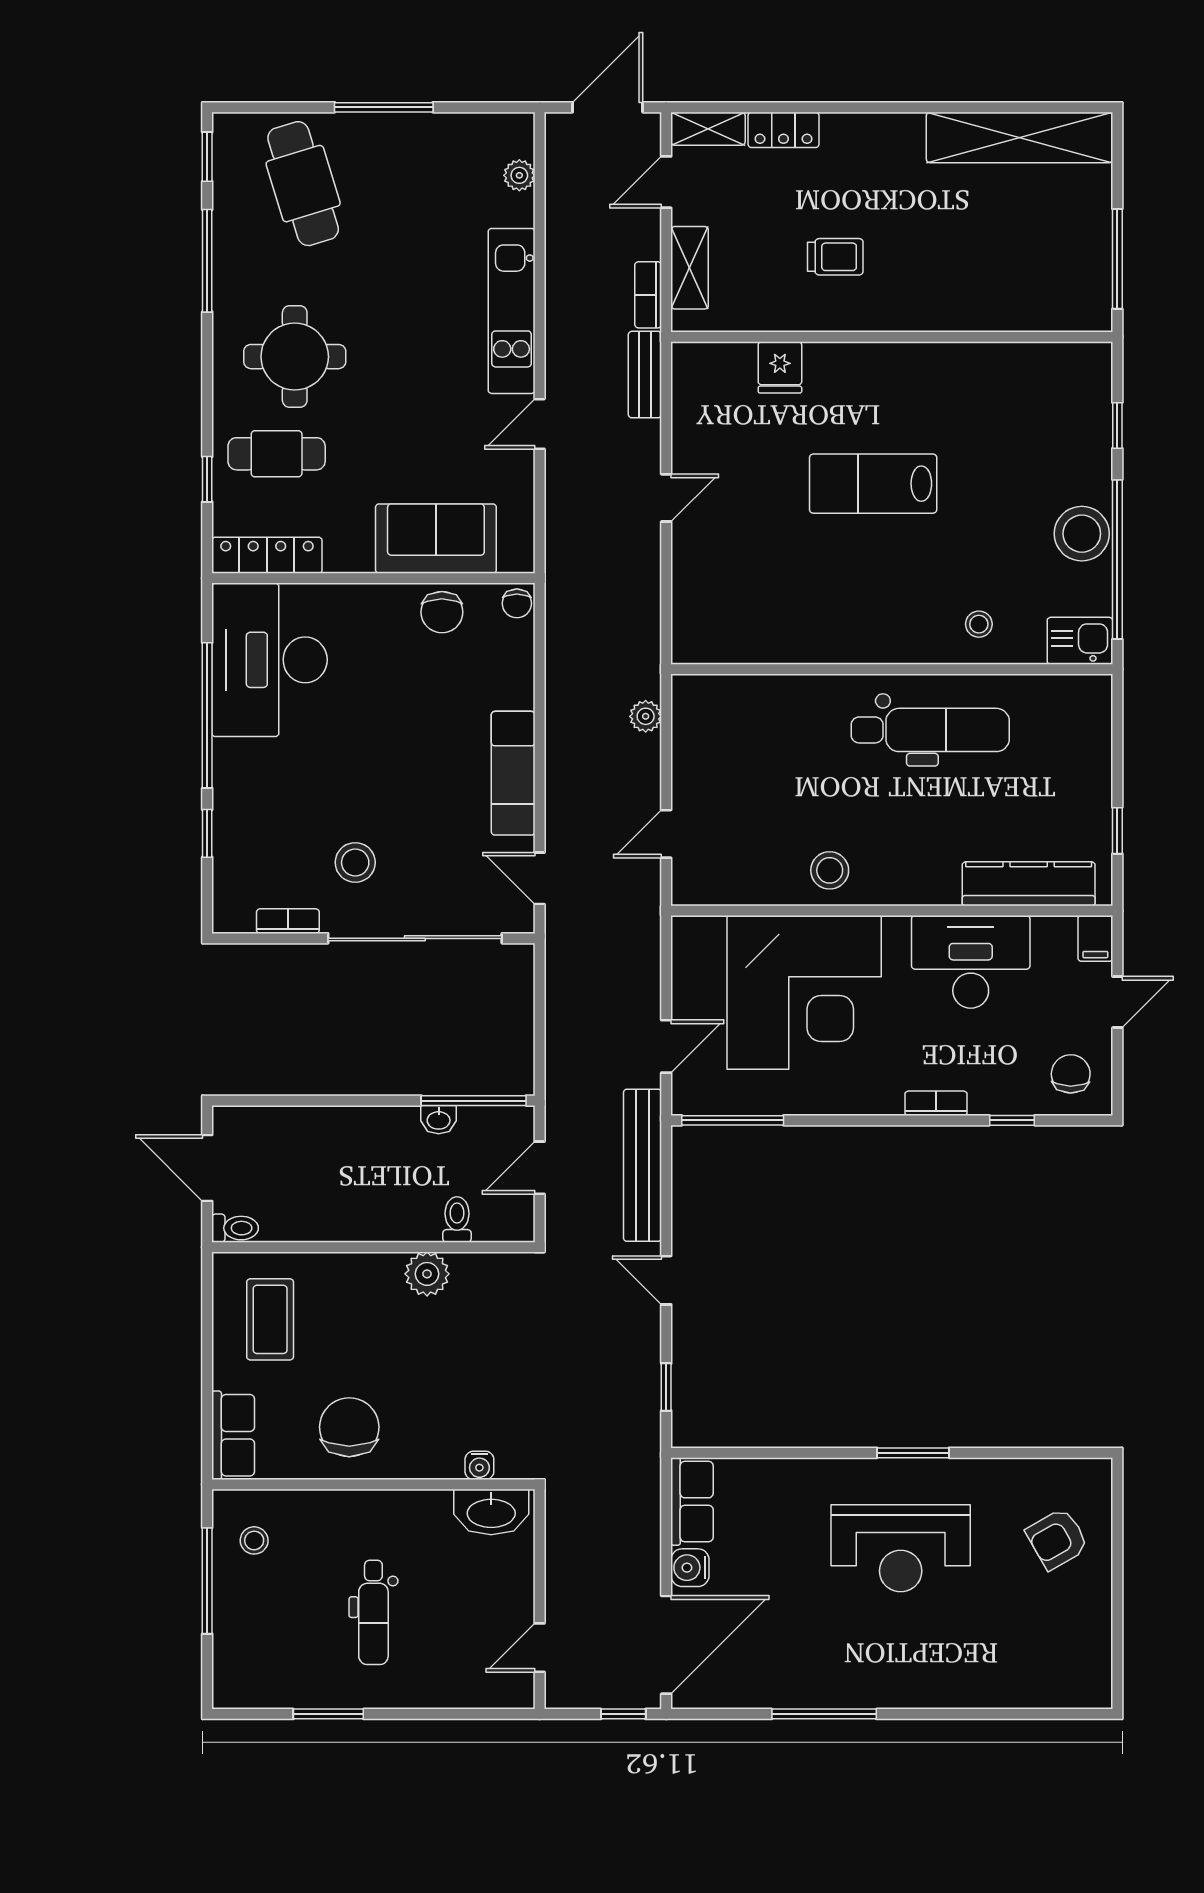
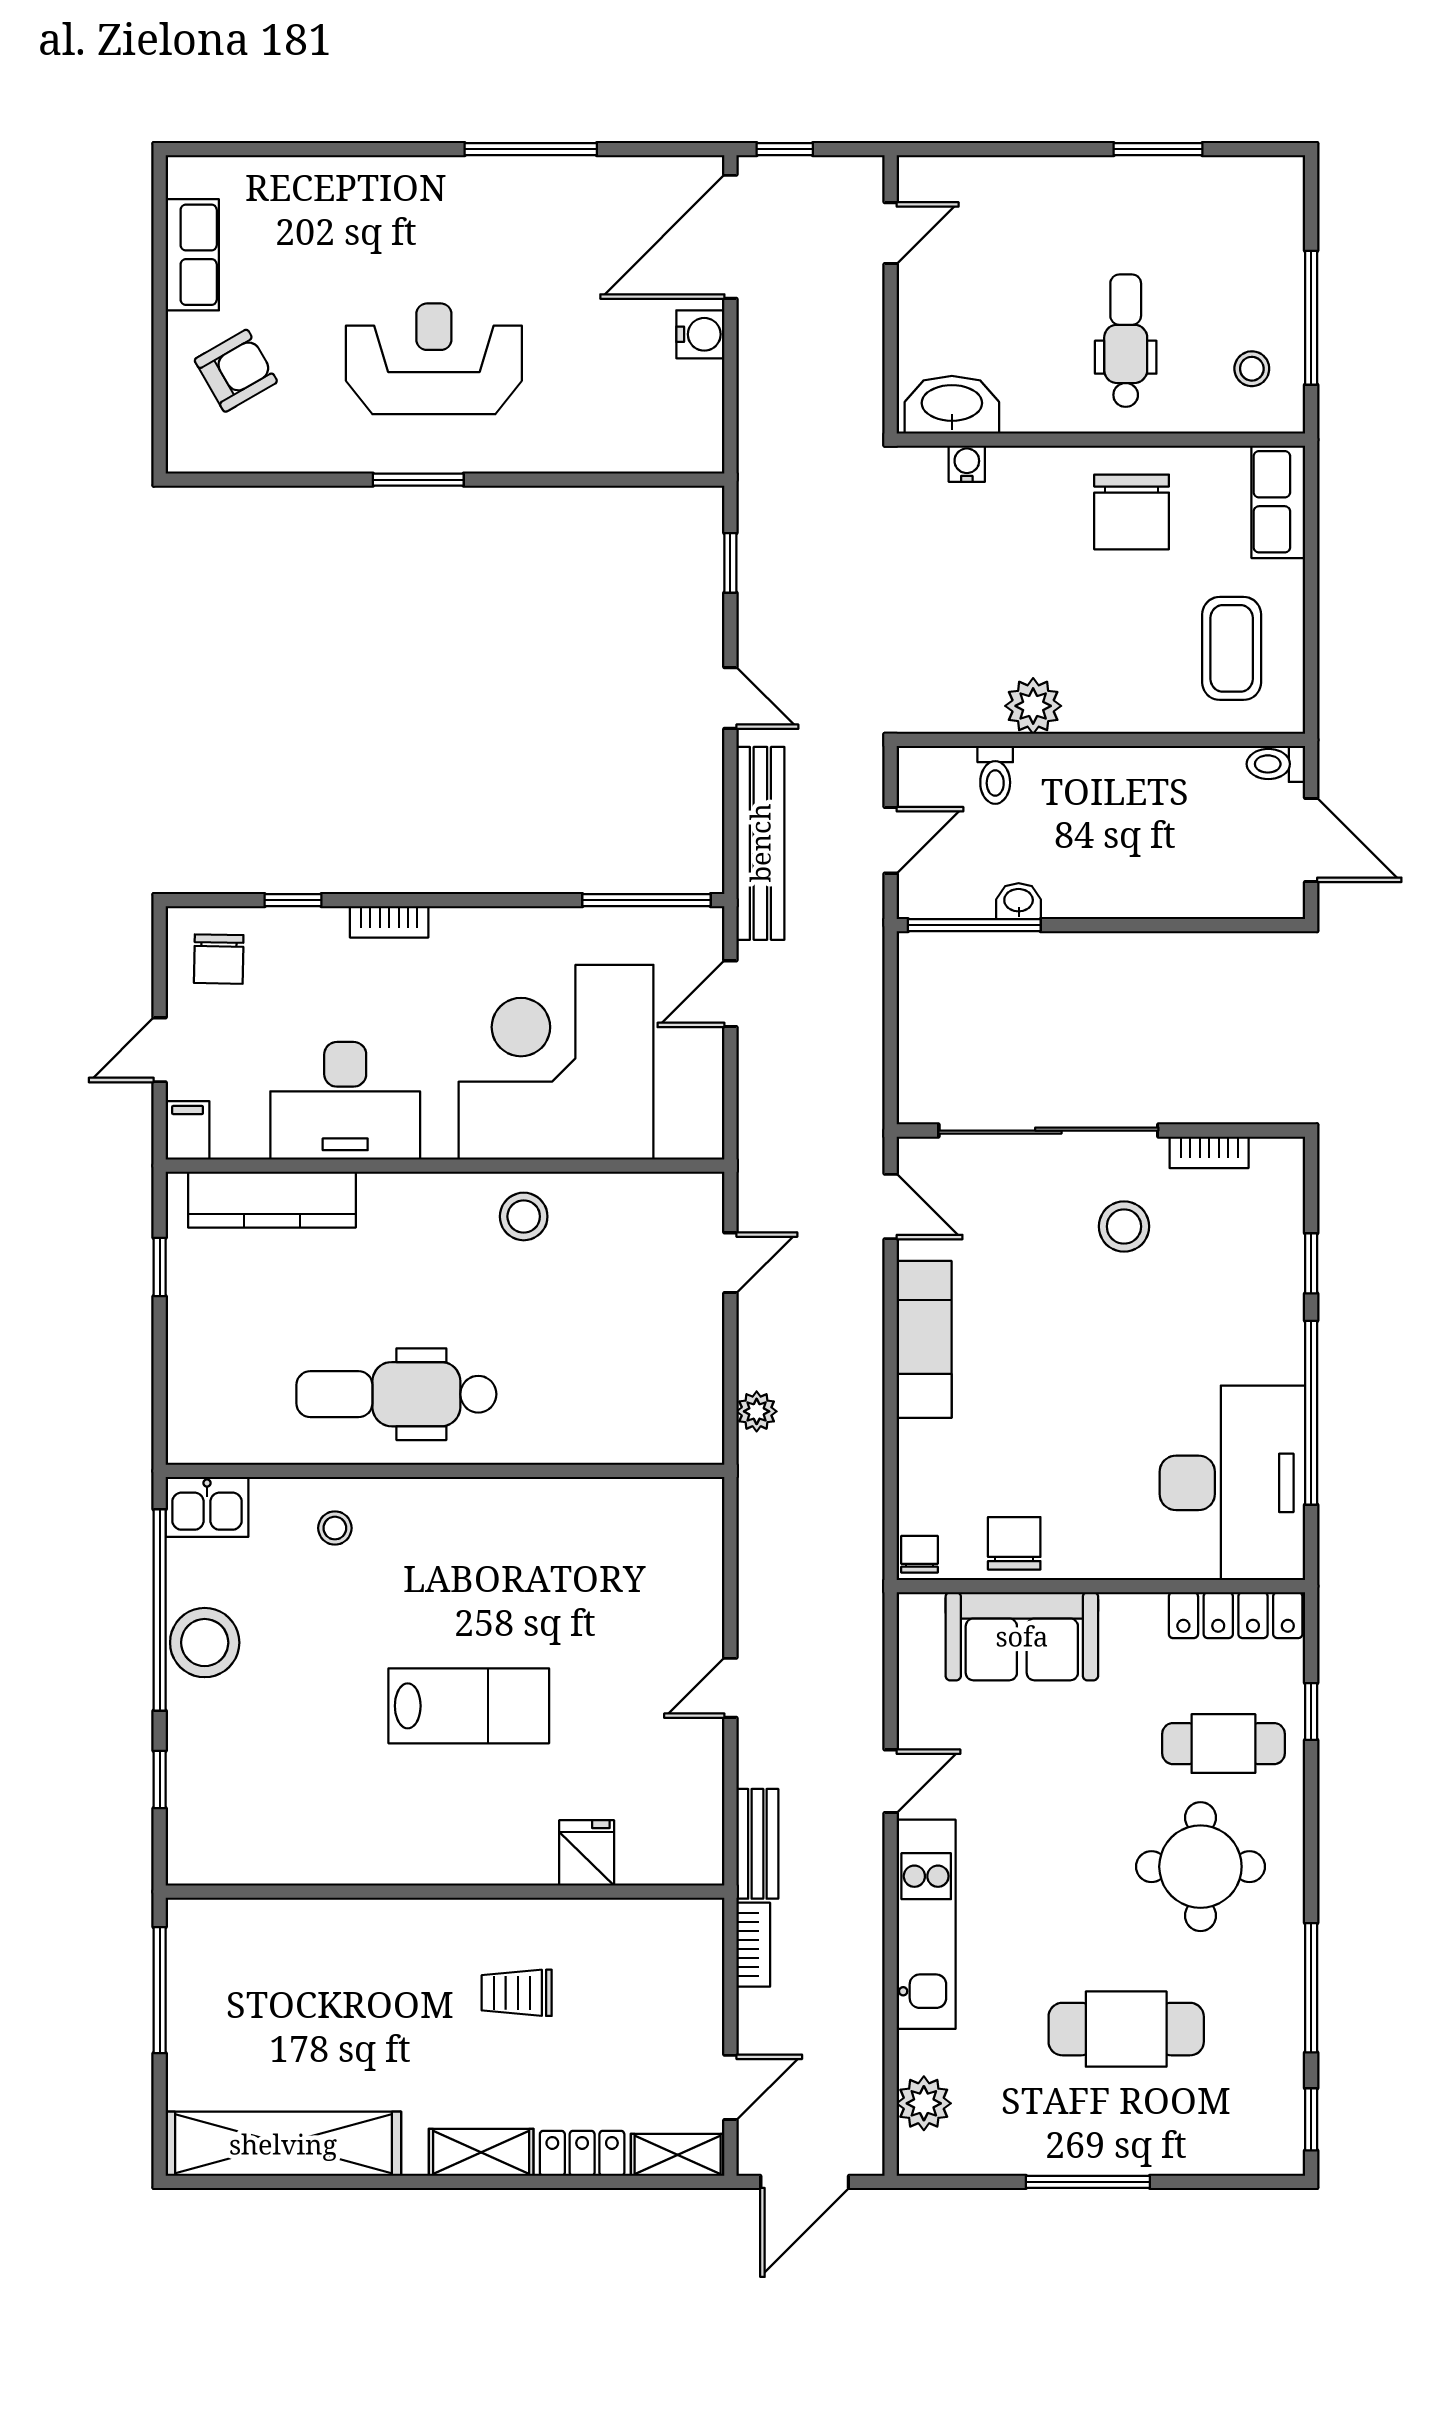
plant: (519, 175) -> (924, 2103), width x1.38, depth x1.38
cafe table: (303, 184) -> (1126, 2029), moved, turned -73
shelving: (690, 268) -> (481, 2152), moved, turned 90
row of seats: (692, 1502) -> (192, 255), moved, turned 180
dental chair: (373, 1612) -> (1126, 341), moved

